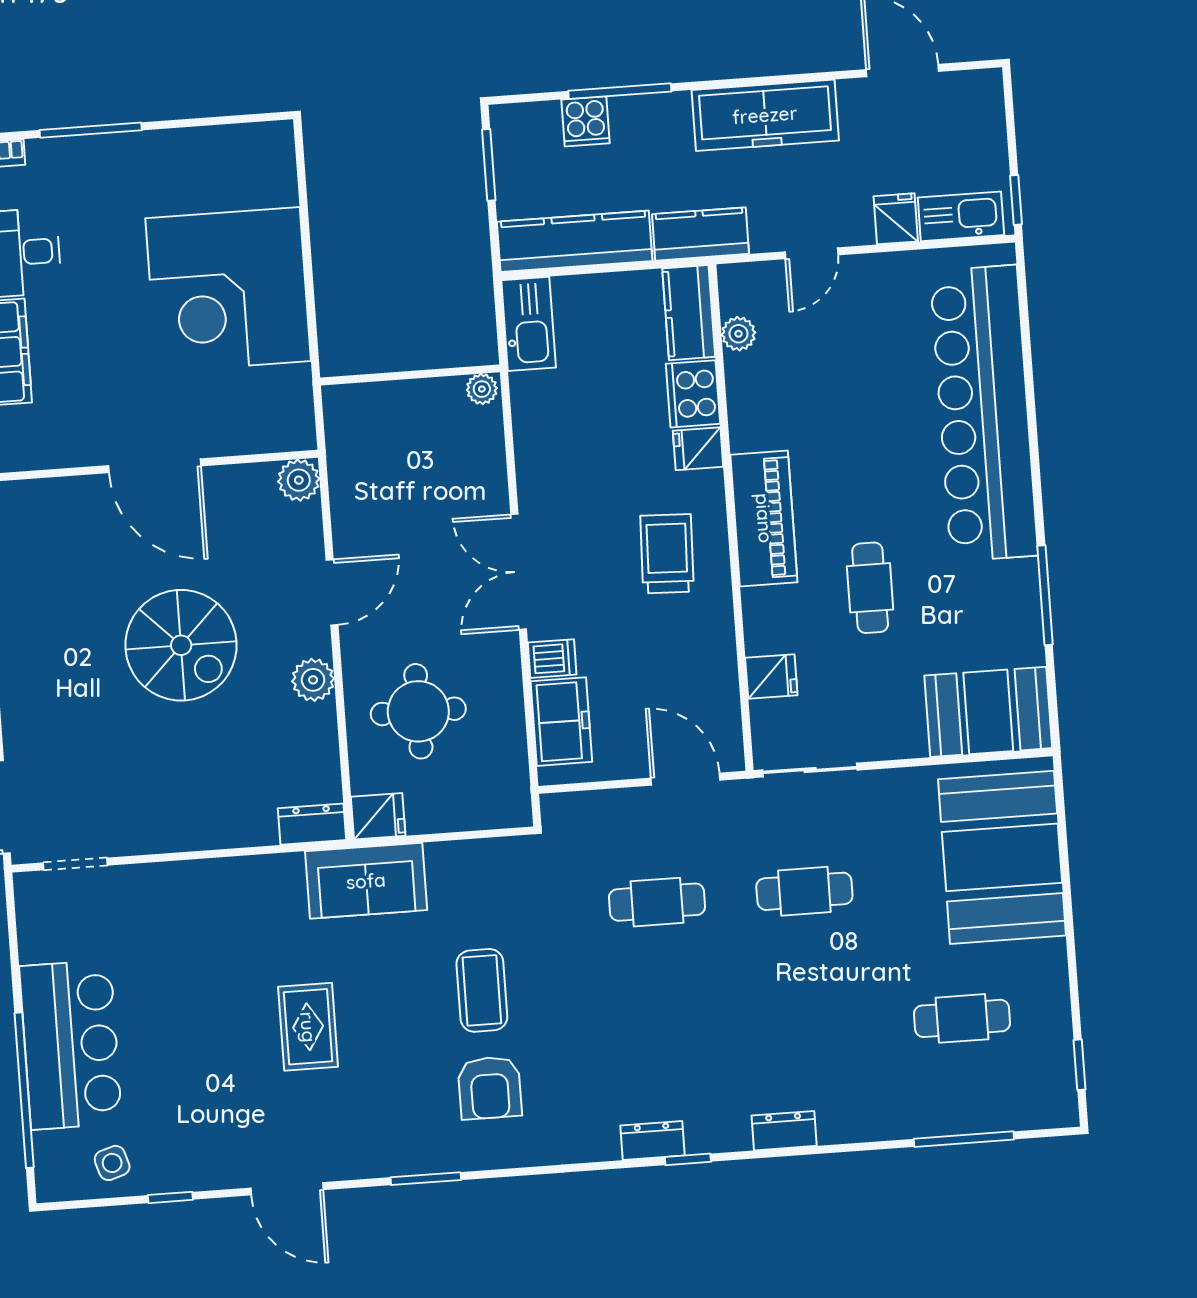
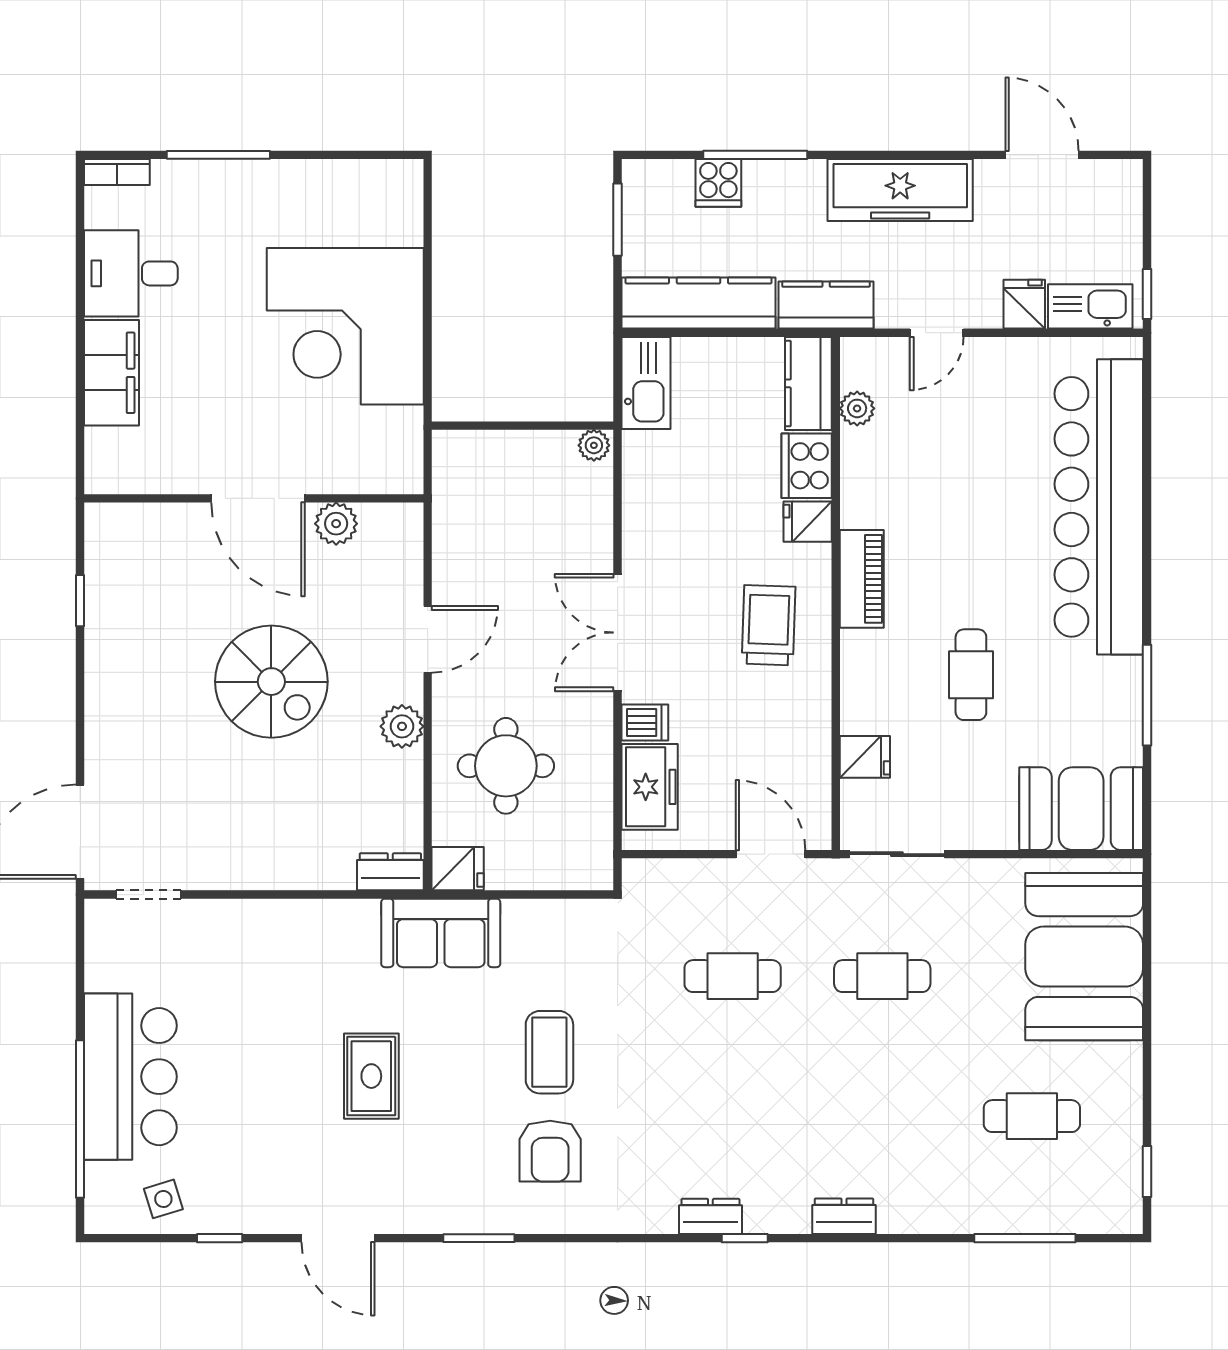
plant: (299, 480) -> (336, 524), moved
piano: (764, 518) -> (862, 579), width x0.73, depth x0.75

